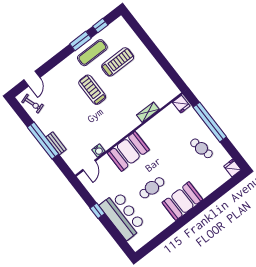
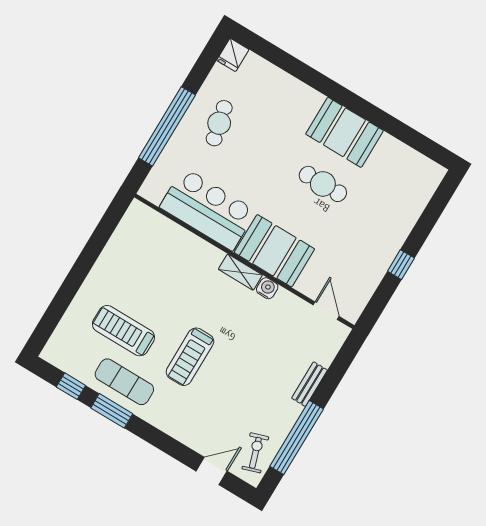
fridge: (181, 104) -> (155, 189), removed
shelving: (148, 112) -> (240, 272), moved
window: (43, 141) -> (297, 438), moved
water cooler: (98, 151) -> (267, 288), moved
door: (89, 165) -> (326, 311), hinge flipped
booth: (182, 201) -> (344, 132), moved
bar counter: (123, 216) -> (208, 209), moved, turned 90

